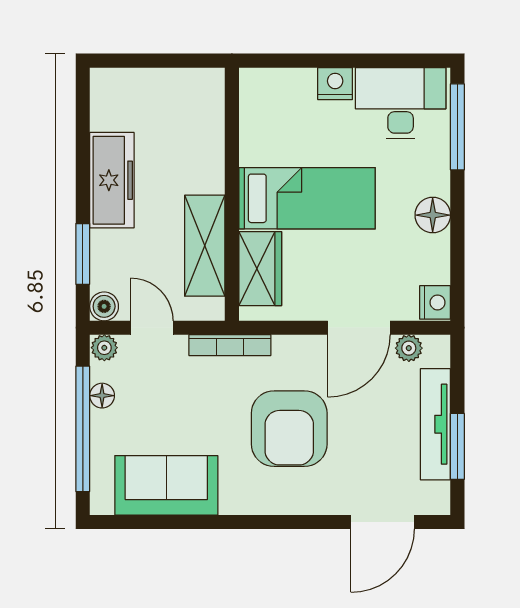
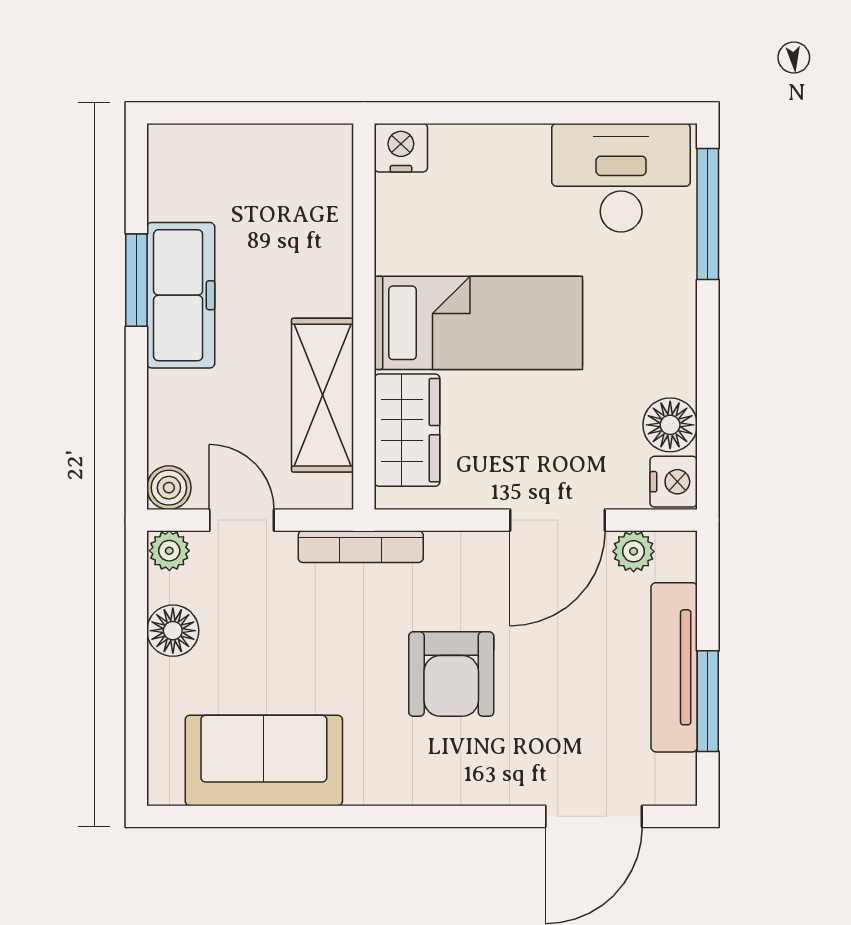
nightstand: (335, 84) -> (401, 148), moved
floor lamp: (433, 215) -> (670, 425), moved
window: (83, 254) -> (136, 280), moved
floor lamp: (102, 396) -> (173, 631), width x1.37, depth x1.37
window: (83, 429) -> (136, 674), removed
armchair: (289, 429) -> (451, 674), width x0.73, depth x0.73

